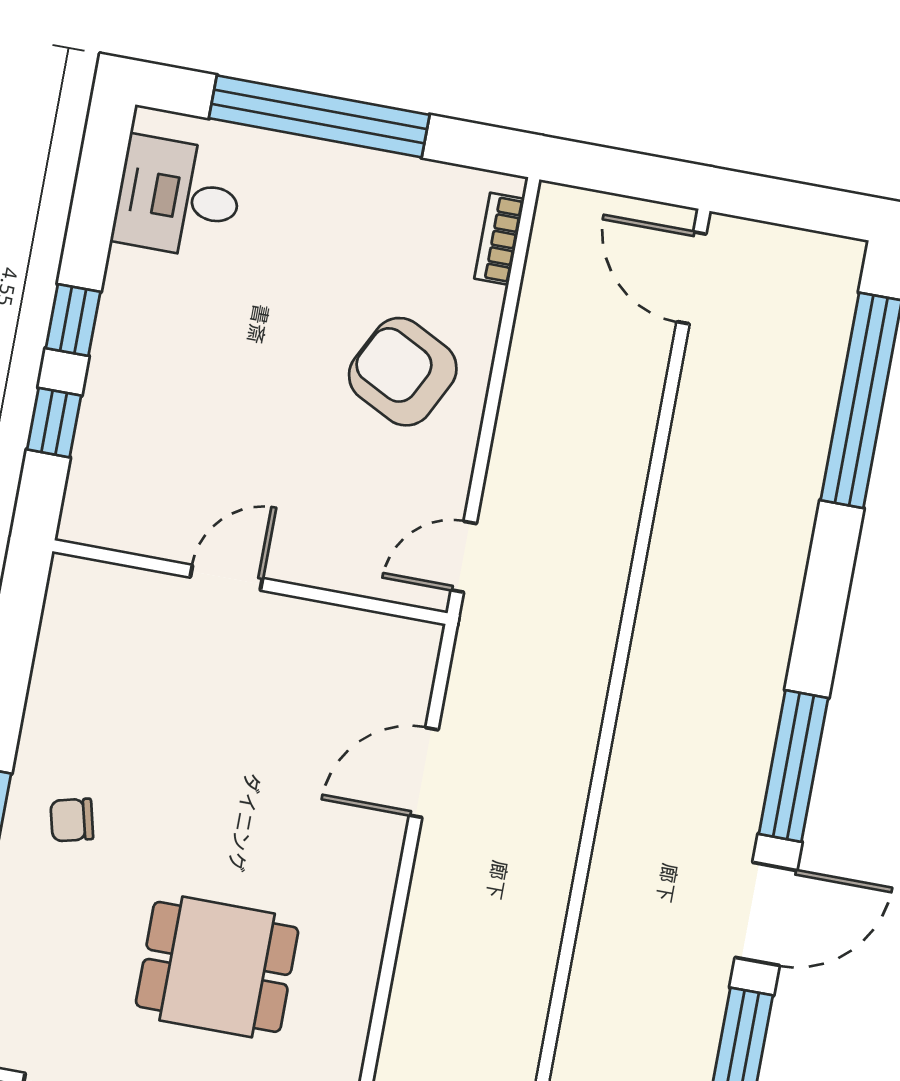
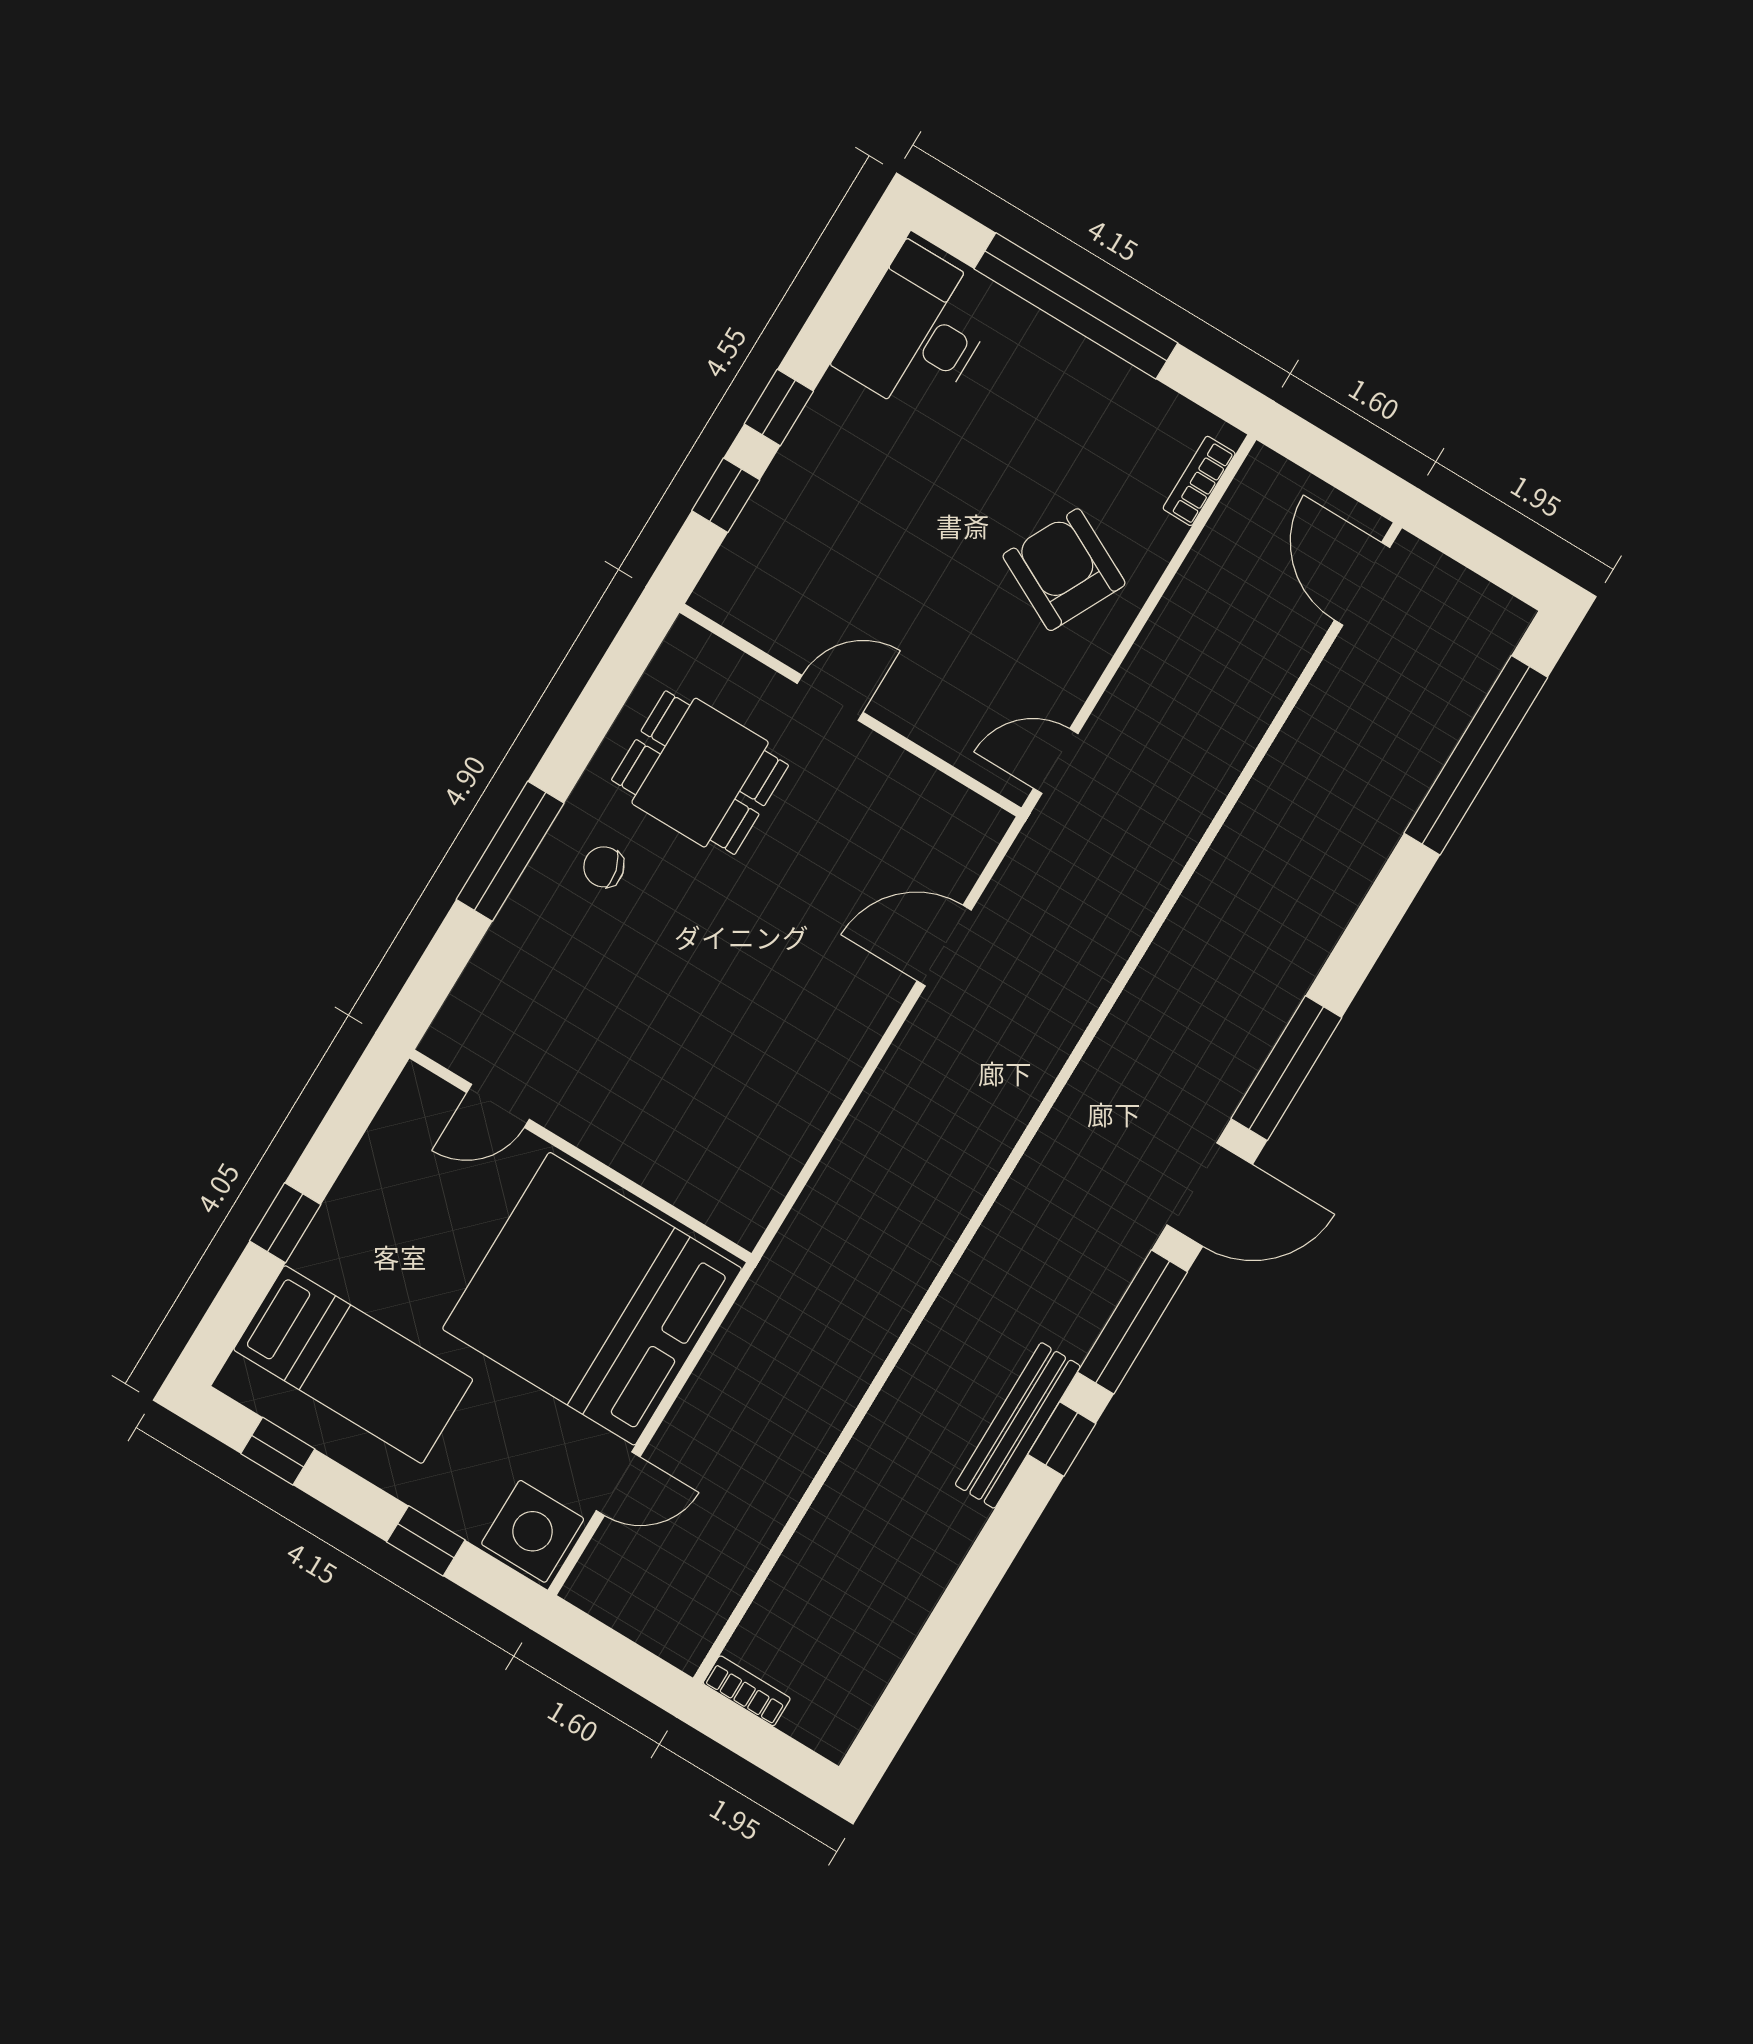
desk: (178, 198) -> (918, 331), width x1.37
dining table: (217, 967) -> (700, 773), moved

